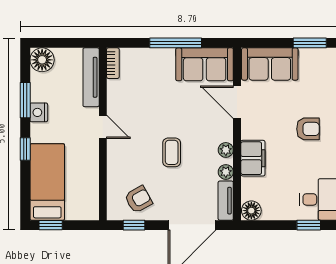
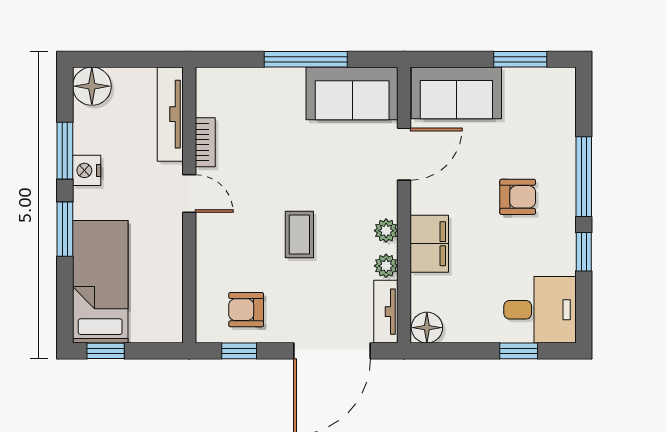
bookcase: (113, 63) -> (205, 142), moved
door: (237, 102) -> (404, 154), swing flipped
window: (25, 149) -> (65, 229), width x1.50
armchair: (138, 199) -> (246, 310), turned -151

